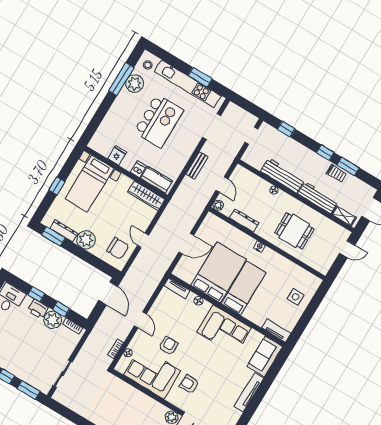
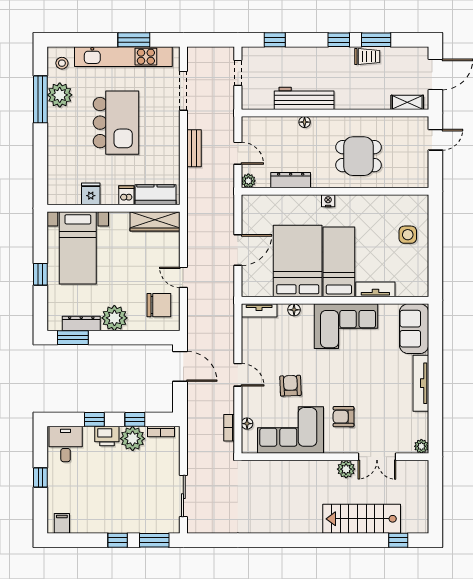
workbench: (318, 198) -> (363, 99), removed
tv unit: (276, 331) -> (375, 289), moved

